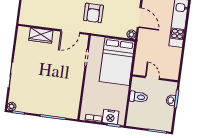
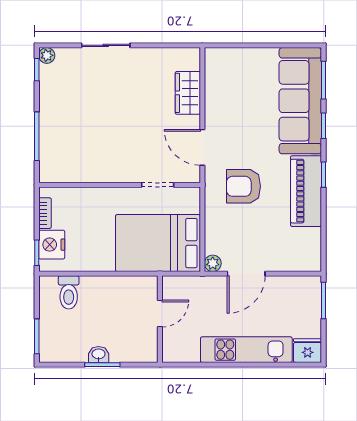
door: (152, 78) -> (160, 314), moved
wall: (155, 78) -> (160, 319), moved
toilet: (139, 97) -> (69, 292), moved

